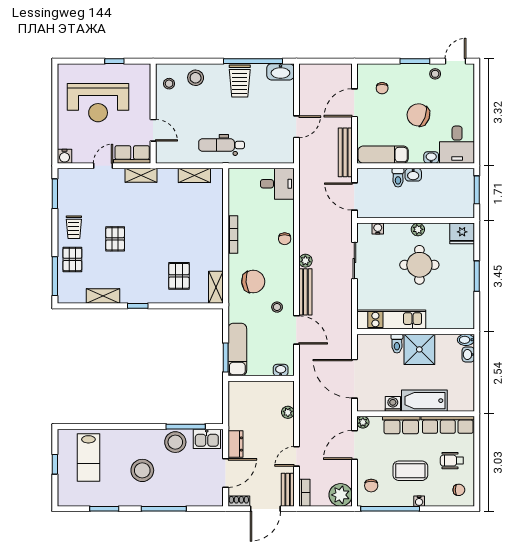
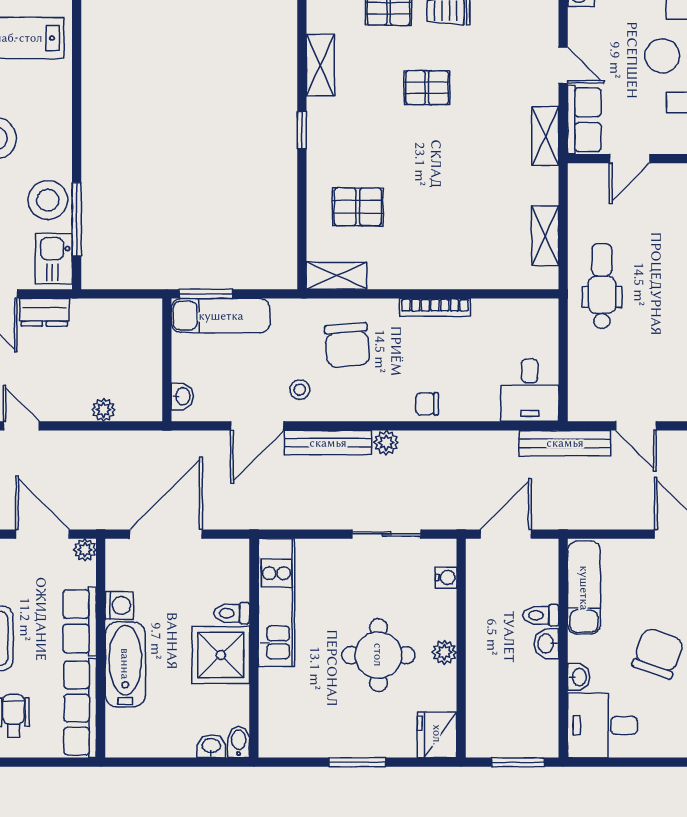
bench: (345, 152) -> (565, 443), moved

